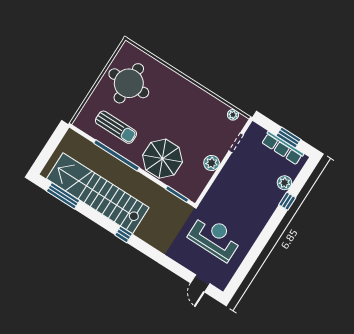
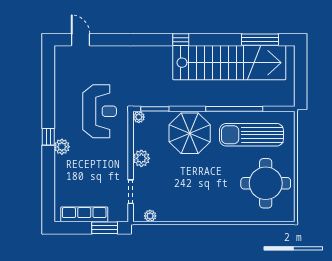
sun lounger: (116, 127) -> (251, 135), width x1.36, depth x1.34
window: (289, 138) -> (105, 228), moved
plant: (284, 183) -> (62, 147), moved
plant: (193, 196) -> (139, 117), added
window: (287, 201) -> (48, 137), moved
reception desk: (215, 238) -> (100, 111), moved, turned -90

